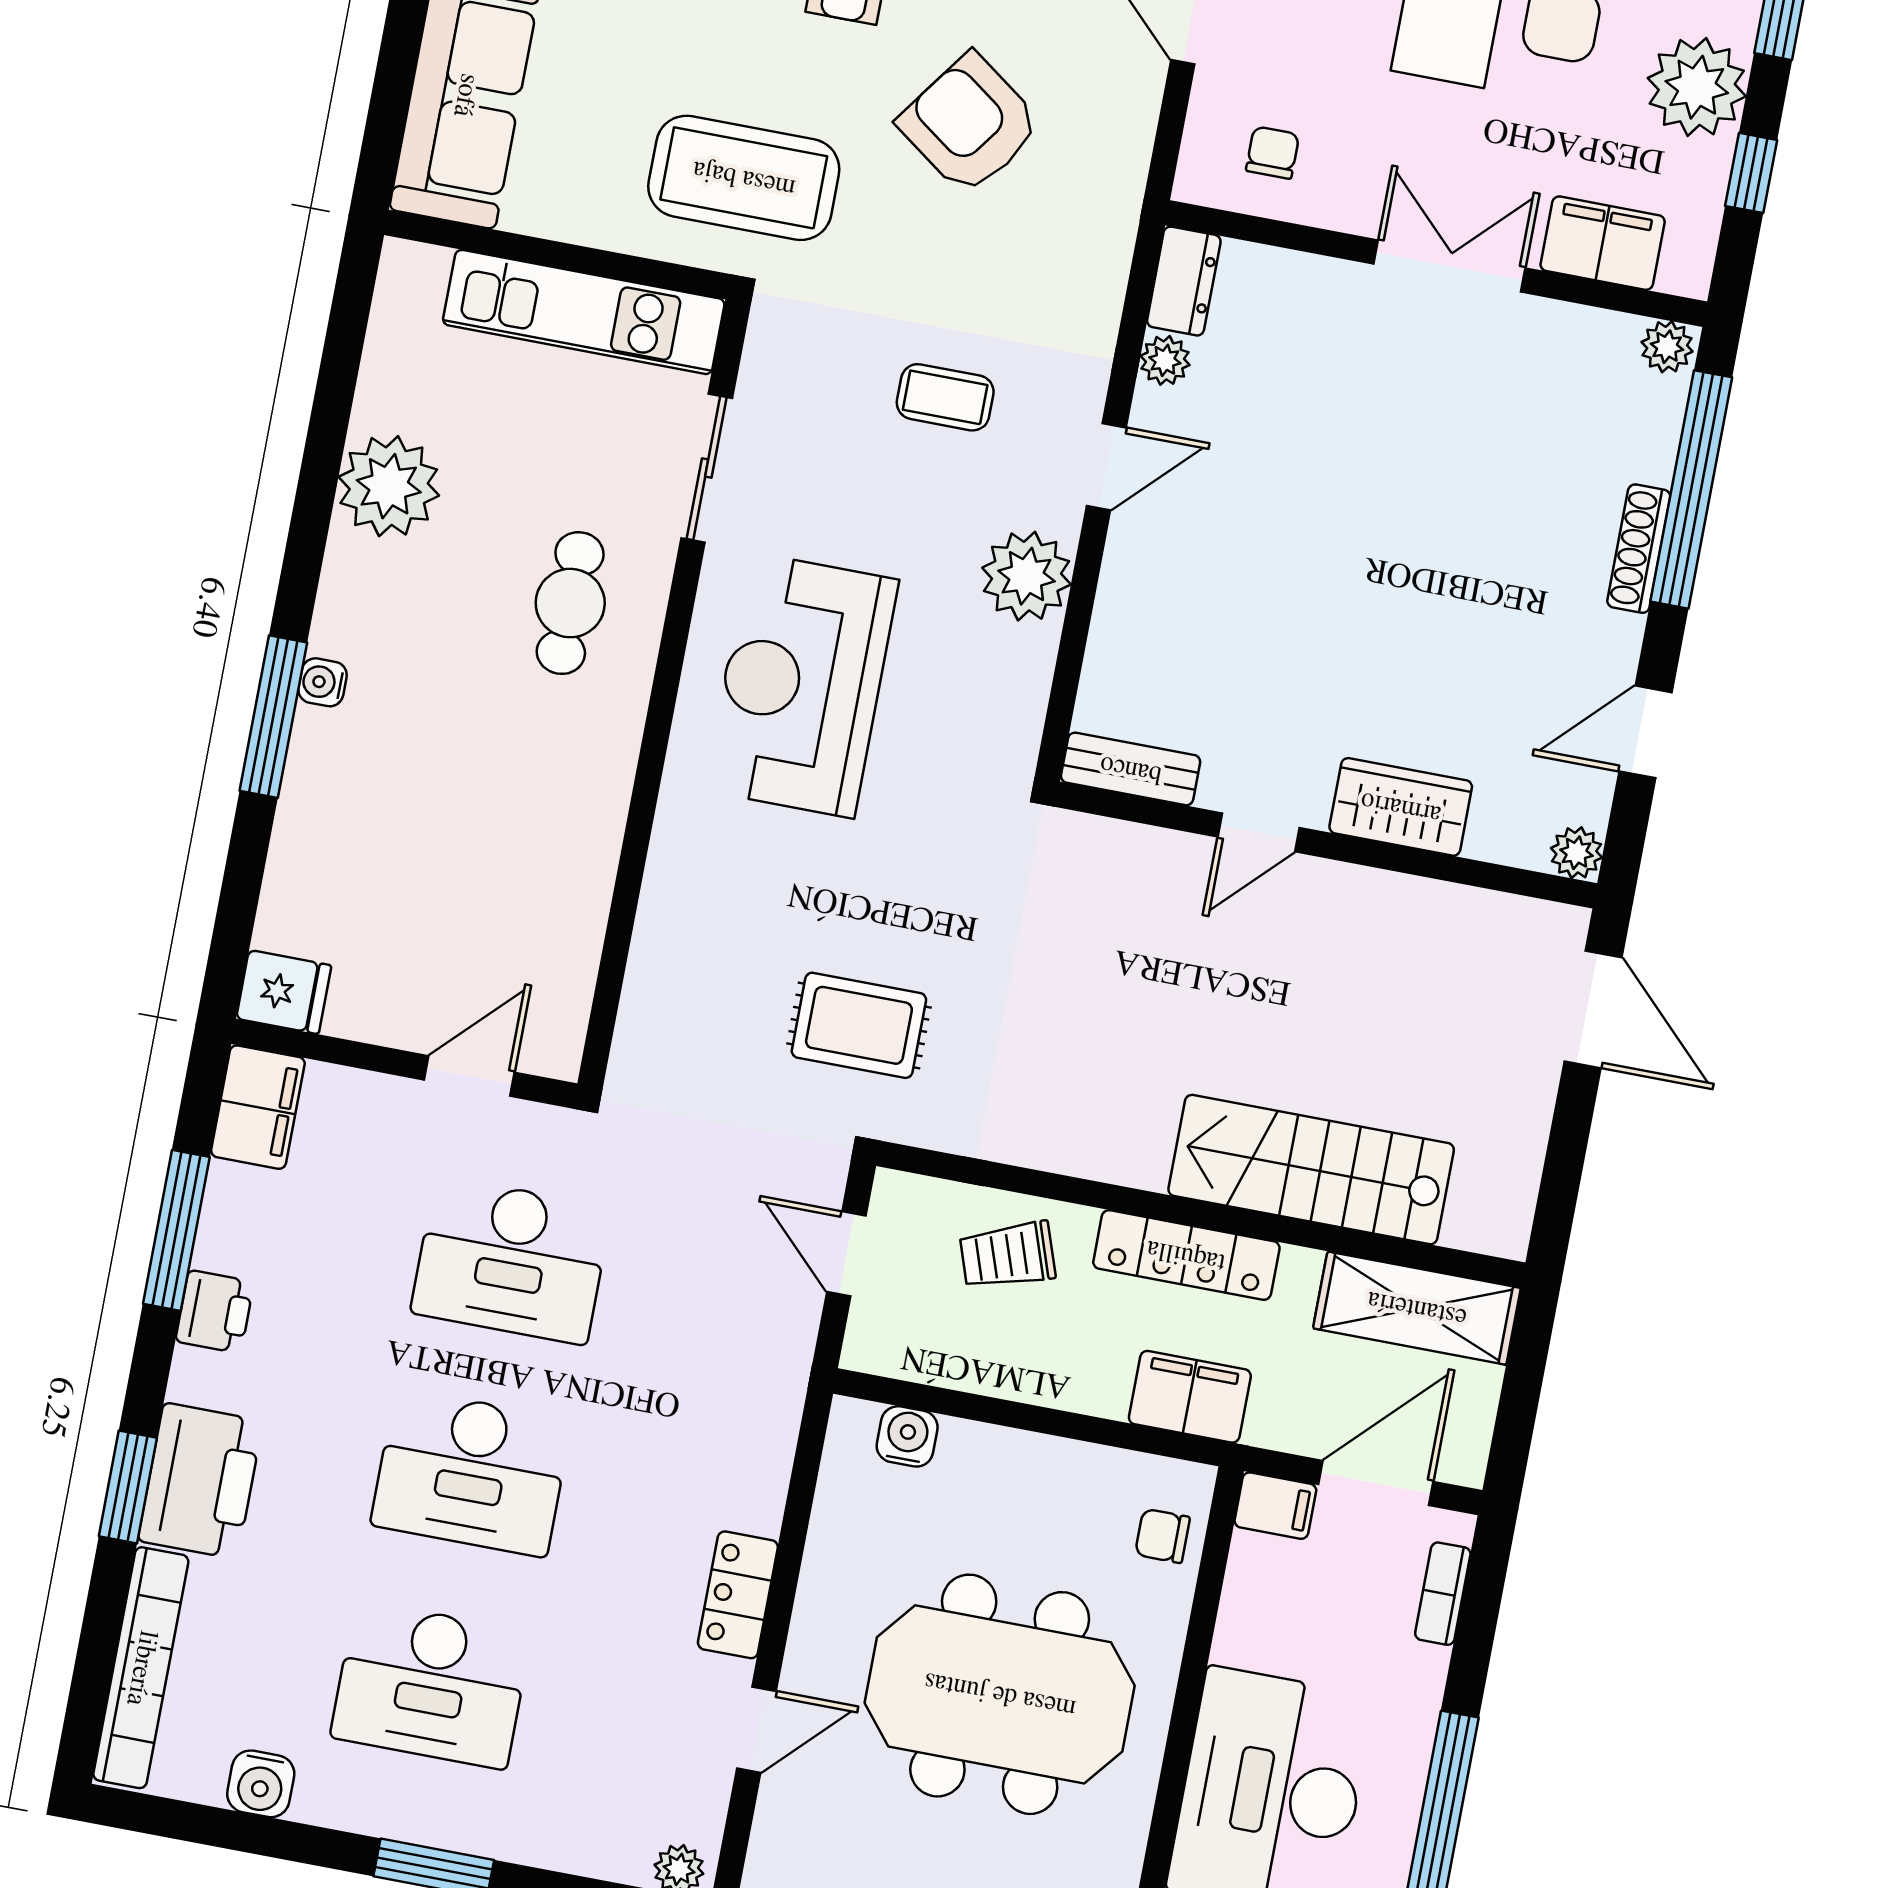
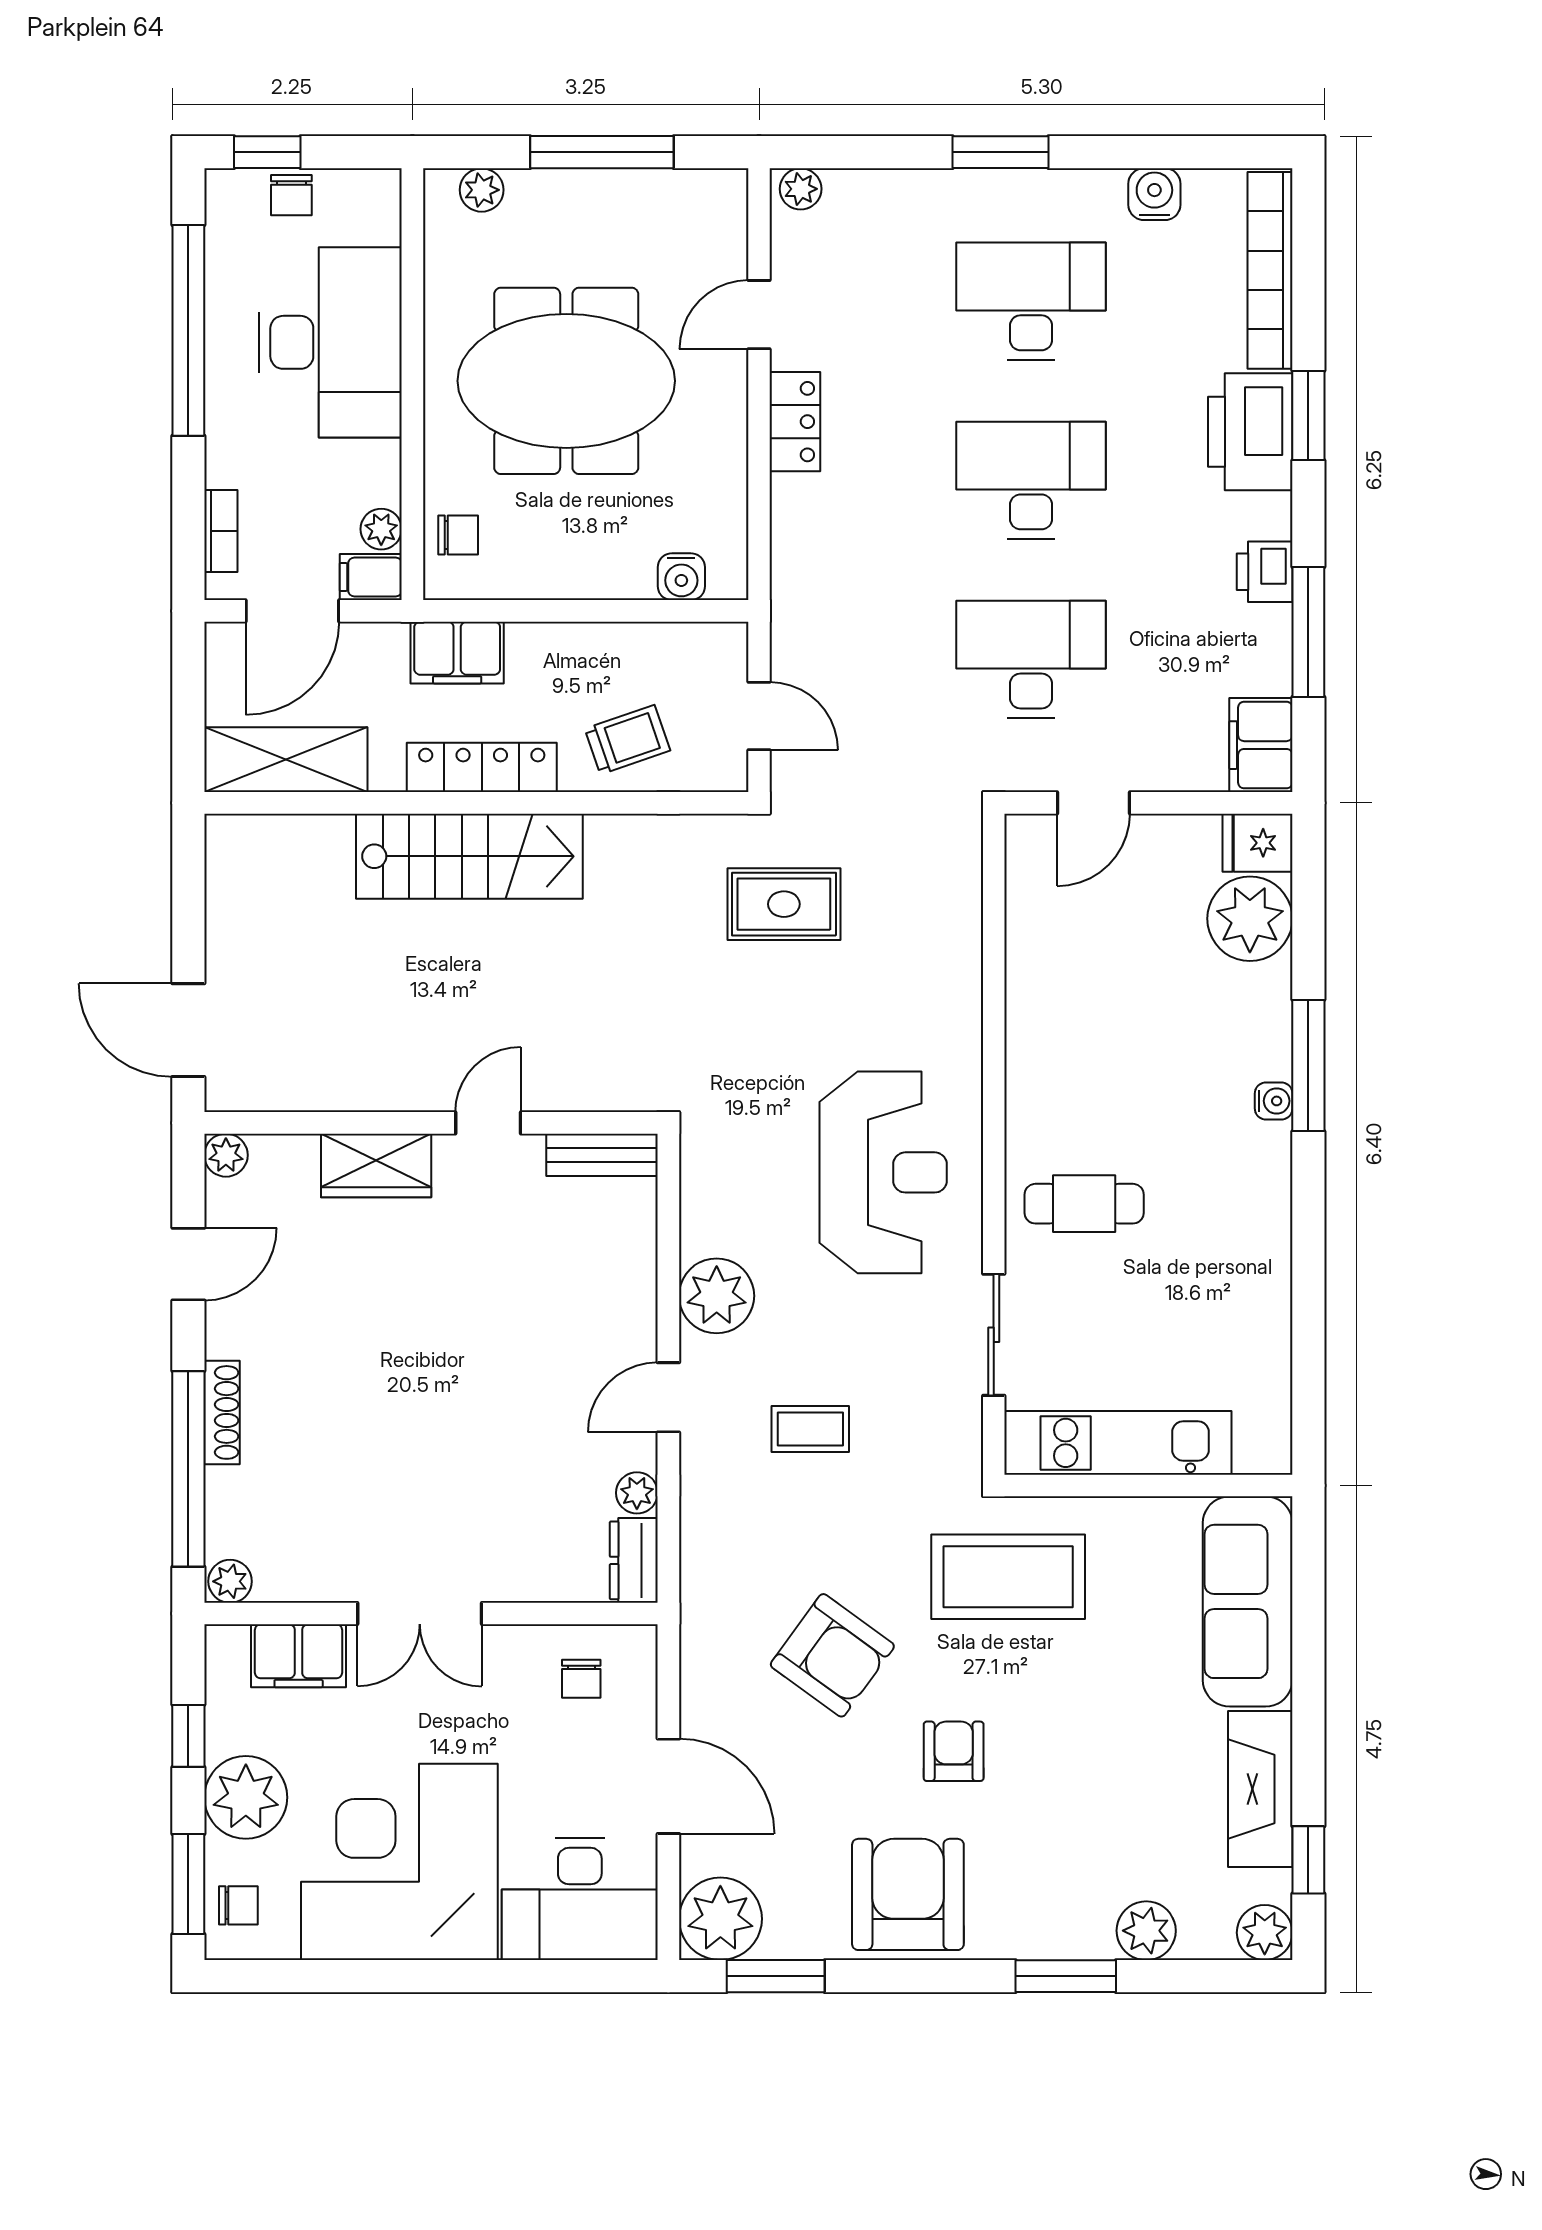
plant: (389, 486) -> (1250, 919), moved
cafe table: (570, 603) -> (1084, 1204), turned 90
stairs: (1311, 1170) -> (469, 856), moved
plant: (1252, 1560) -> (381, 529), added

